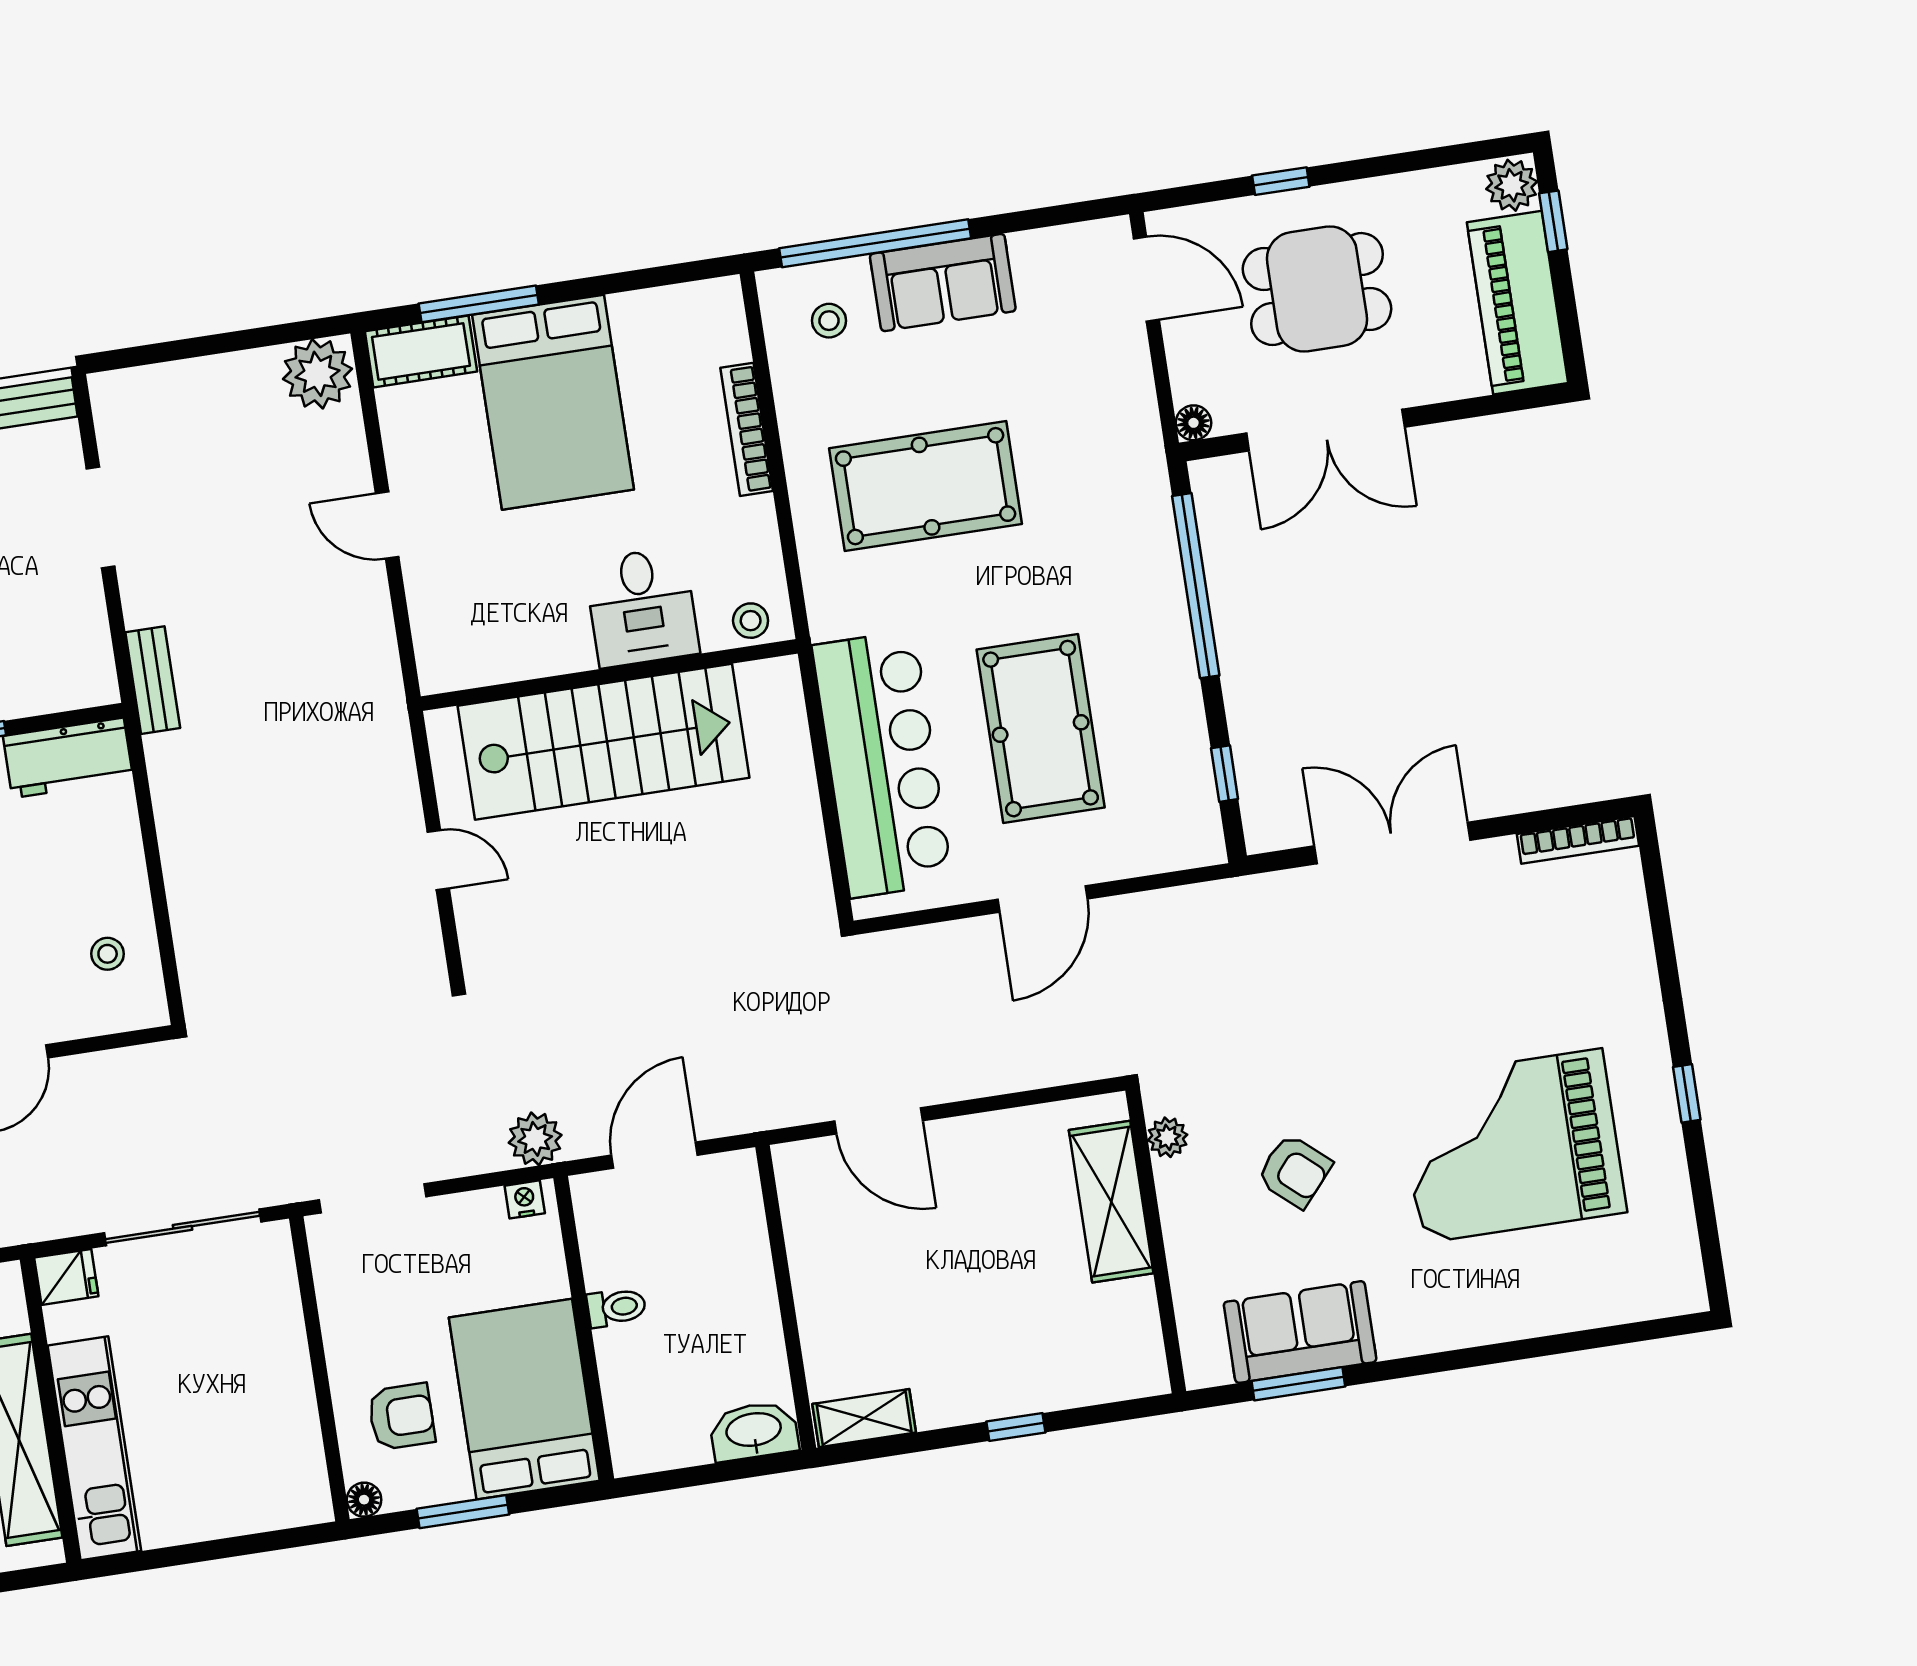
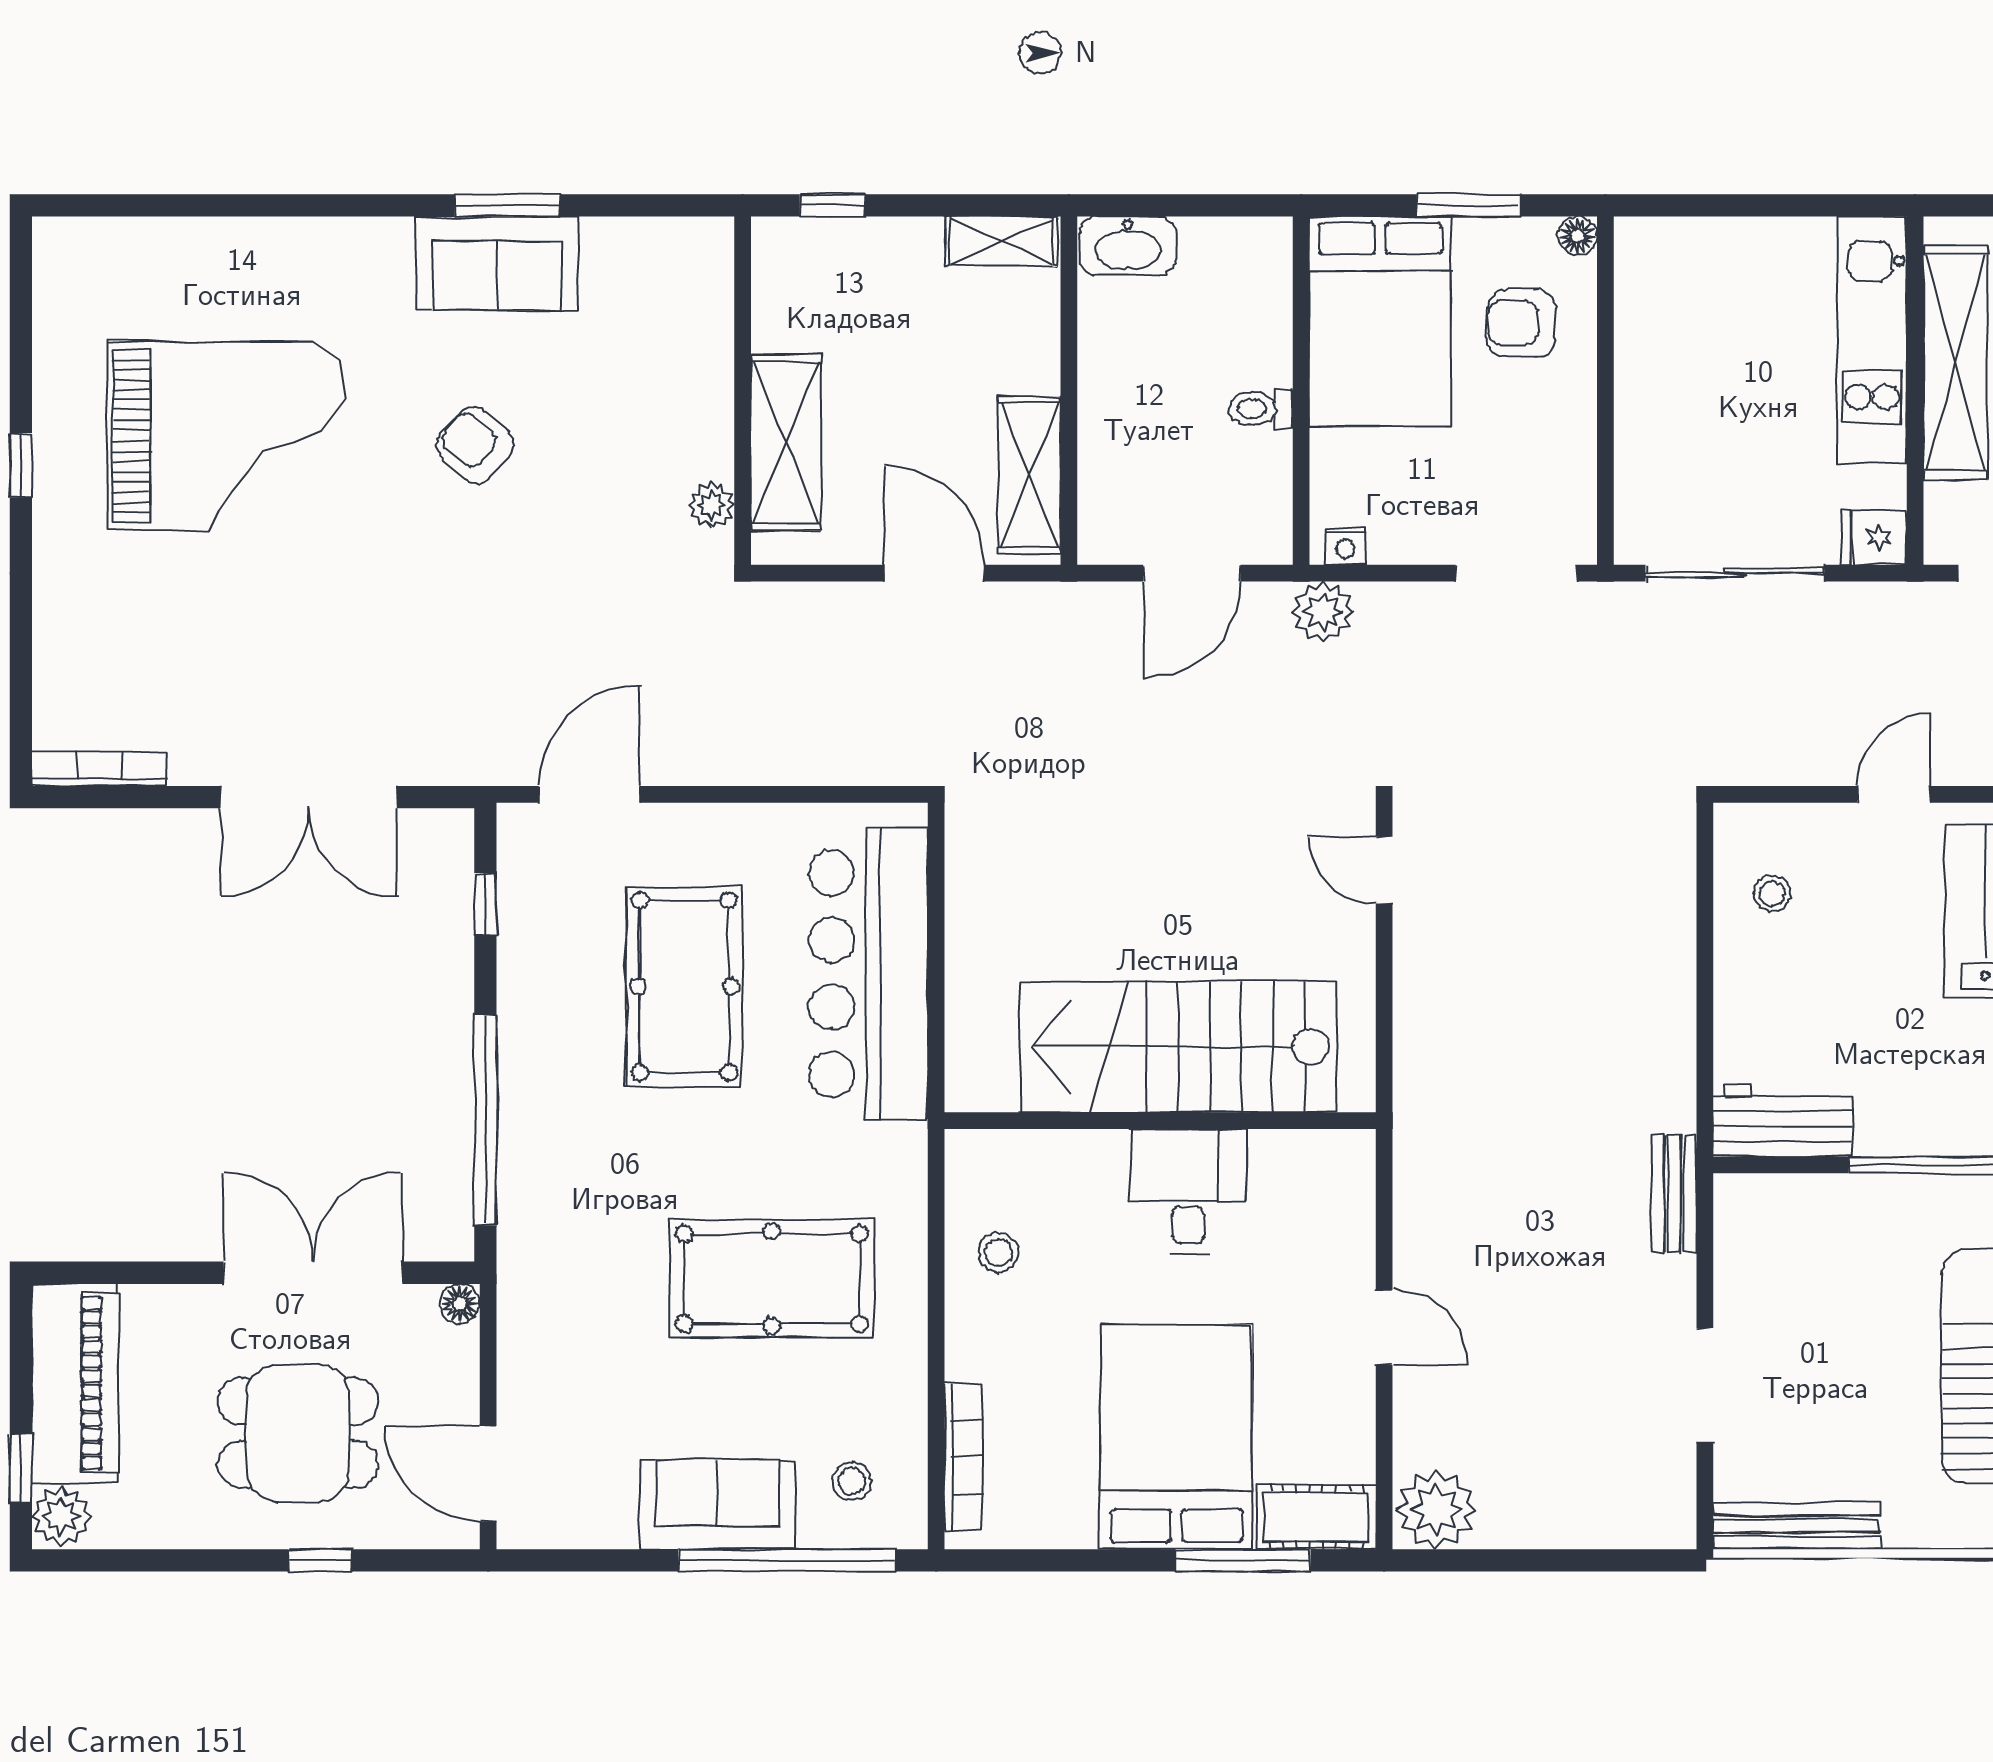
bookcase: (747, 429) -> (963, 1457), moved
desk: (642, 607) -> (1188, 1191), moved
stool: (751, 621) -> (998, 1252), moved
door: (438, 860) -> (1384, 870), moved
door: (1042, 899) -> (589, 794), moved
plant: (1168, 1137) -> (711, 505), moved
shelving: (1111, 1202) -> (786, 442), moved
shelving: (809, 1219) -> (1029, 475), added
wall: (1156, 1241) -> (743, 391), moved

